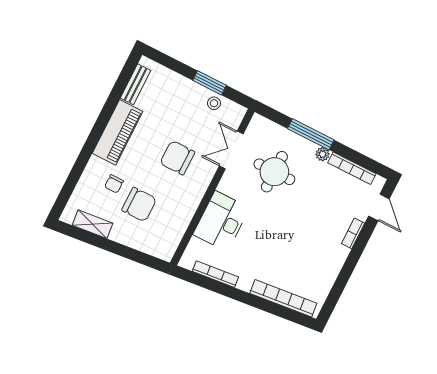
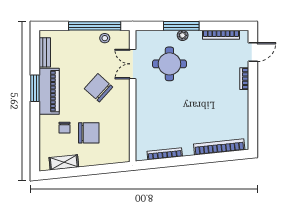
window: (209, 83) -> (95, 26), width x2.11
window: (103, 120) -> (35, 88), added
plant: (323, 154) -> (183, 35), moved
chair: (177, 158) -> (99, 88), turned 42
door: (379, 207) -> (253, 52), hinge flipped
desk: (221, 221) -> (150, 116), removed

